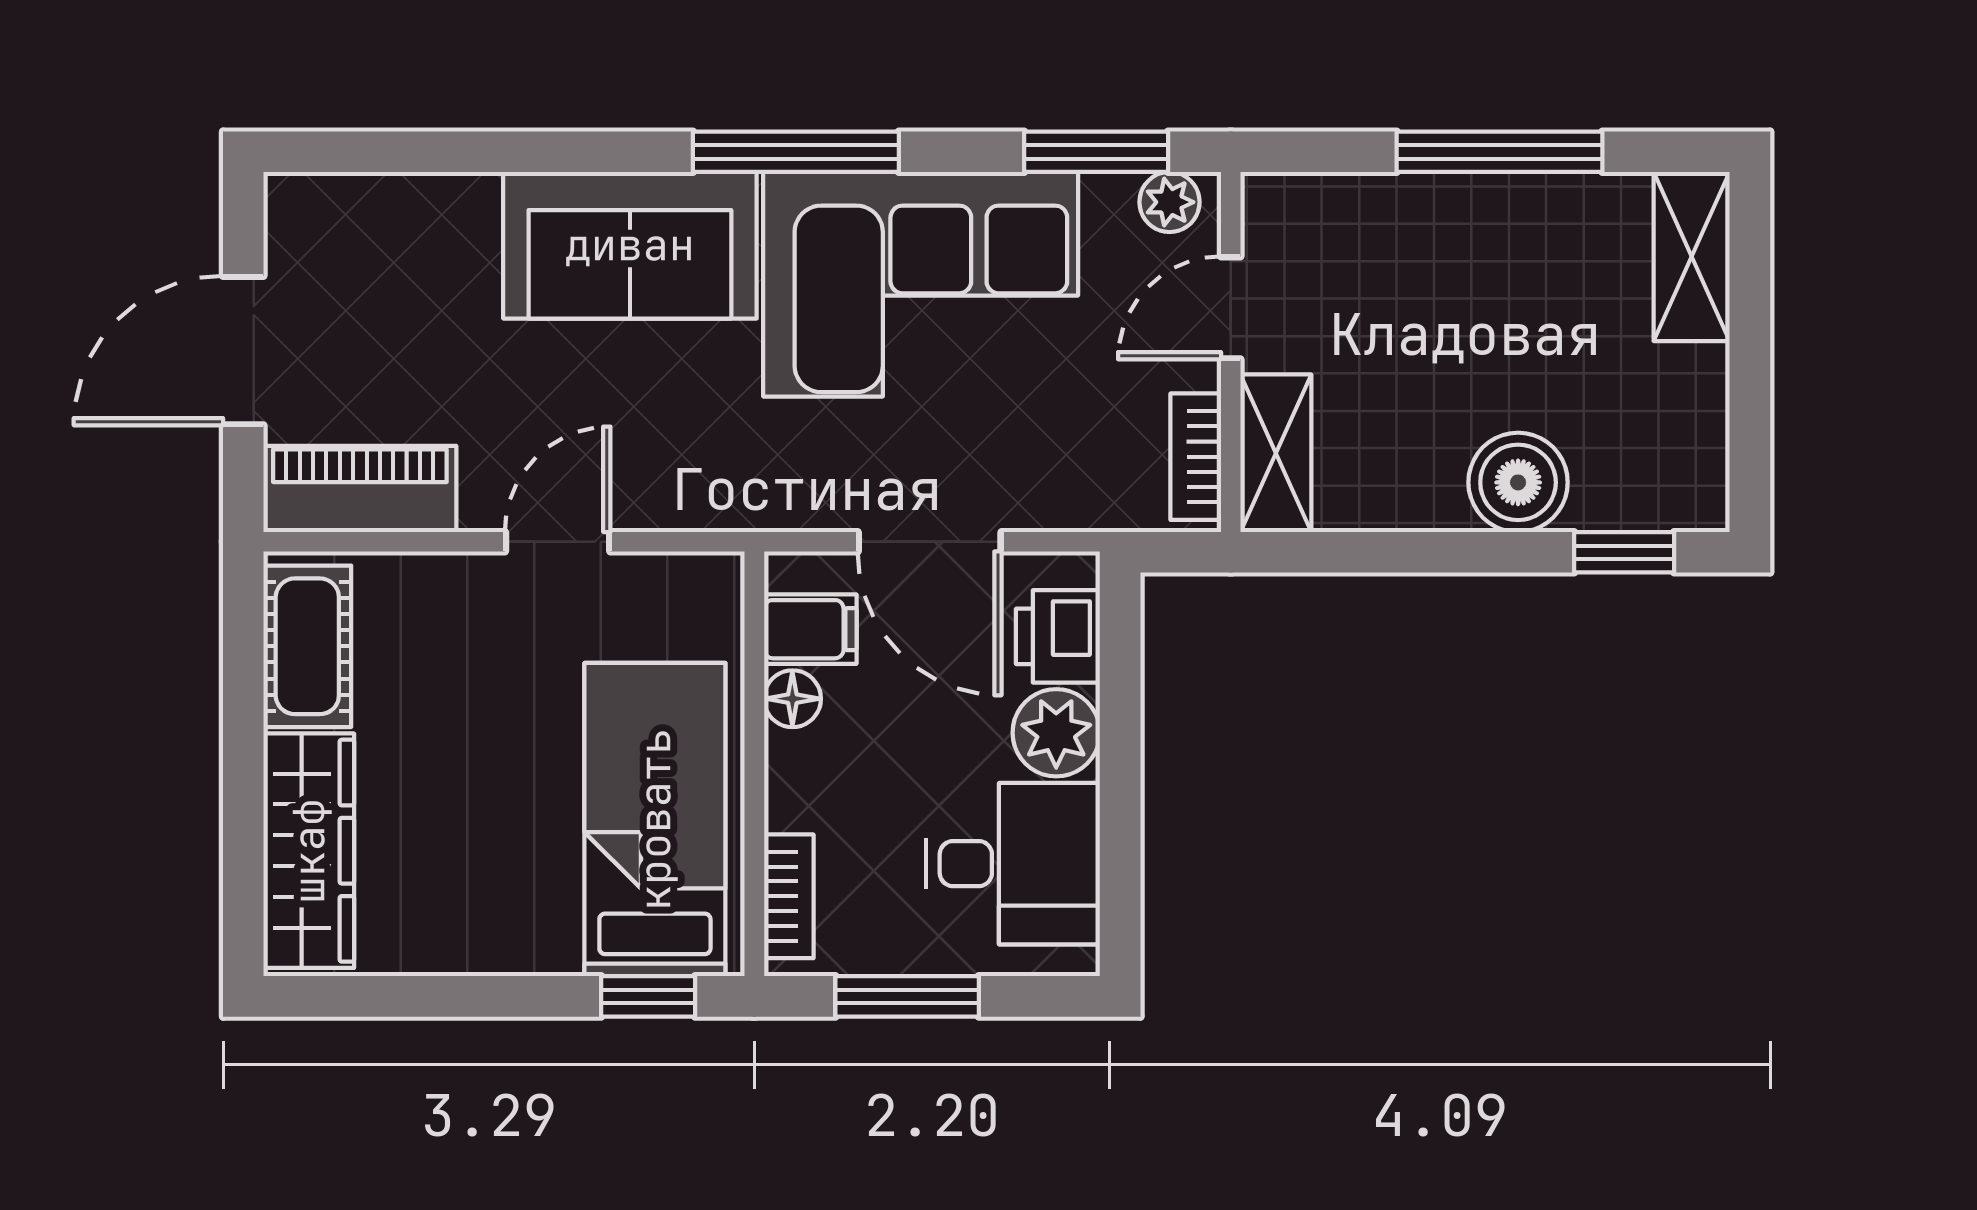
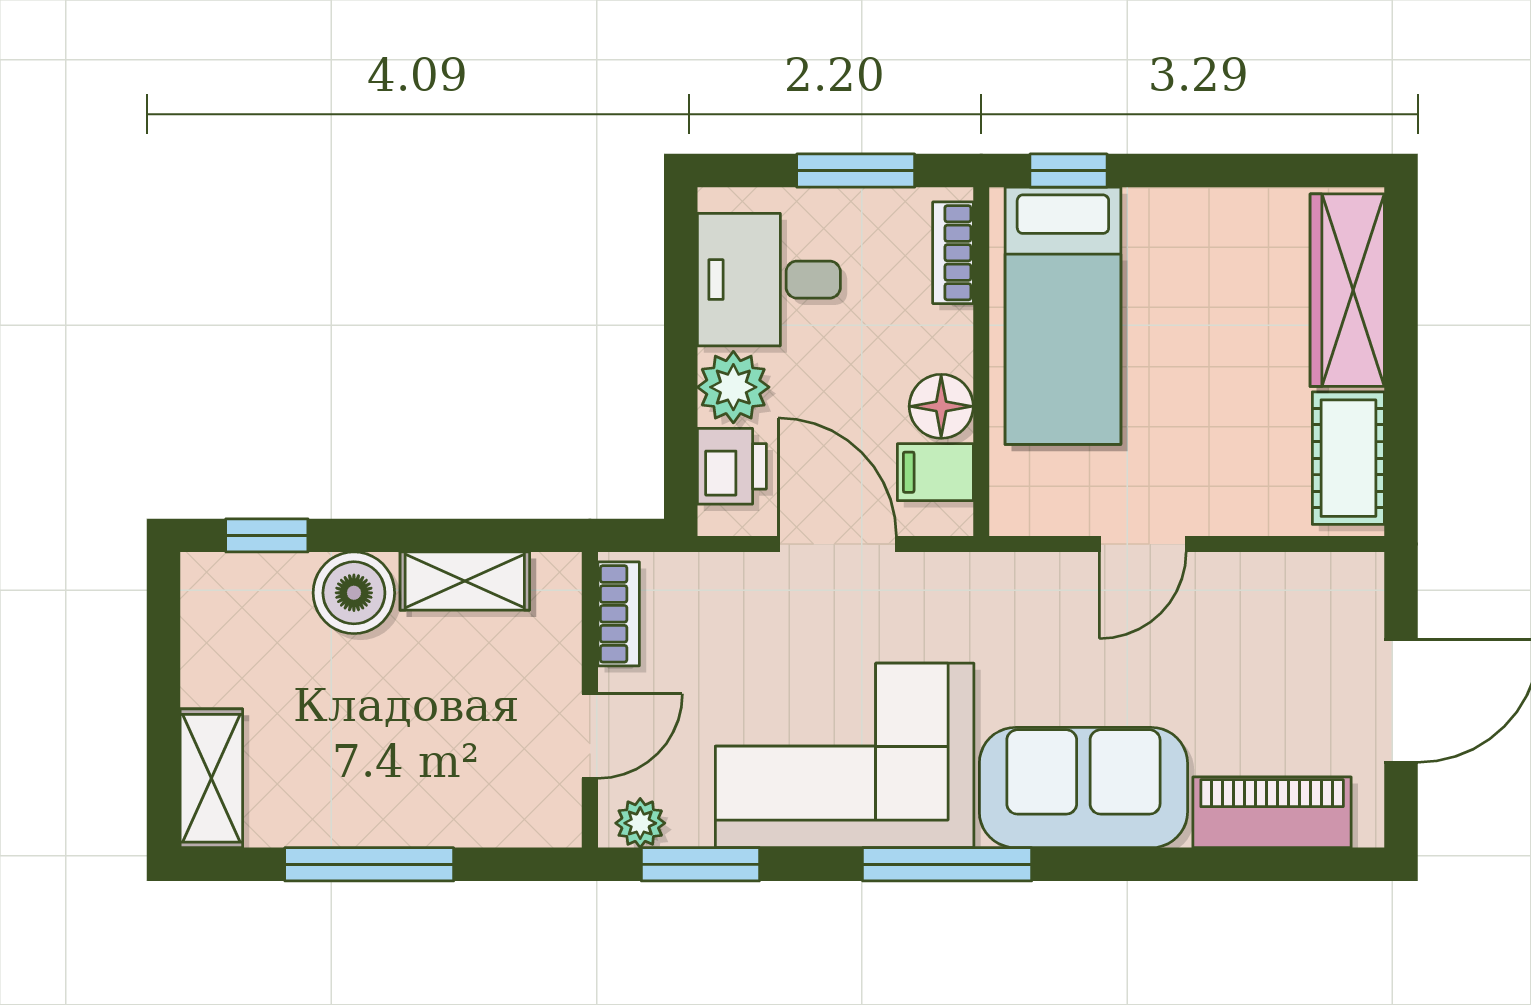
shelving: (1276, 453) -> (465, 581), moved, turned 90
piano: (360, 489) -> (1272, 812), moved, turned 180
floor lamp: (792, 699) -> (941, 406), width x1.37, depth x1.37

